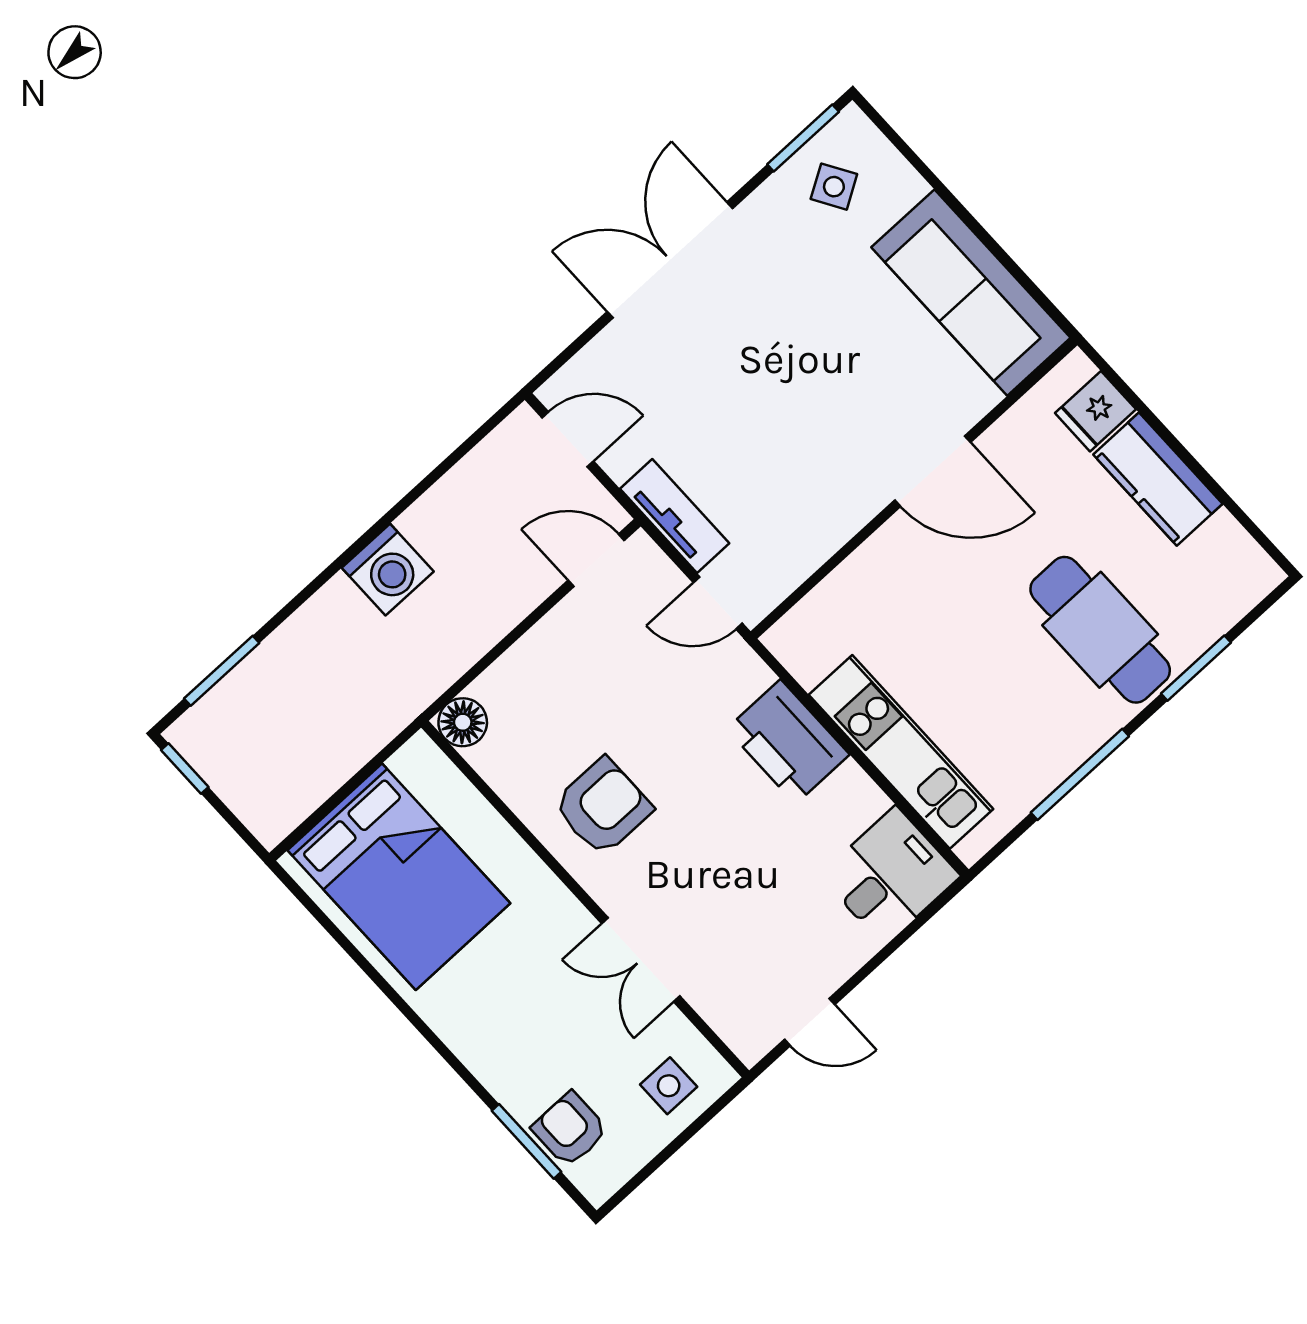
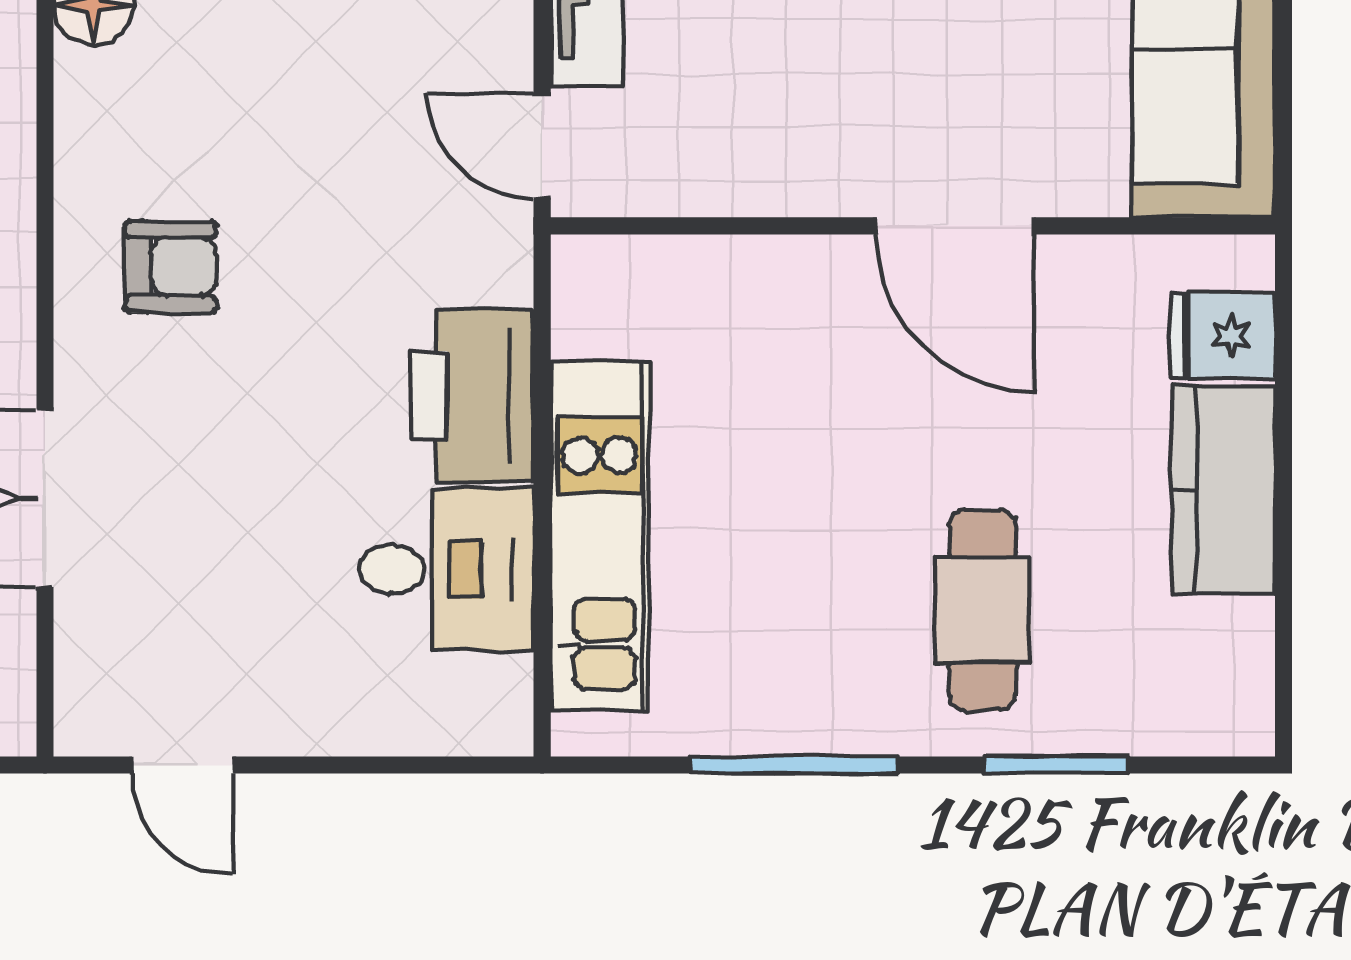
cafe table: (1100, 630) -> (982, 610), width x0.73, depth x0.74
armchair: (603, 807) -> (171, 267), width x0.72, depth x0.72
desk: (890, 876) -> (446, 569), moved

